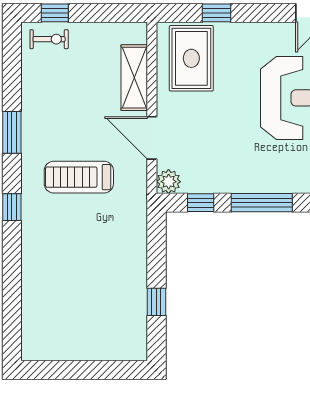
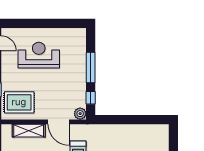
door: (152, 138) -> (59, 122), hinge flipped
window: (156, 302) -> (140, 120), removed

